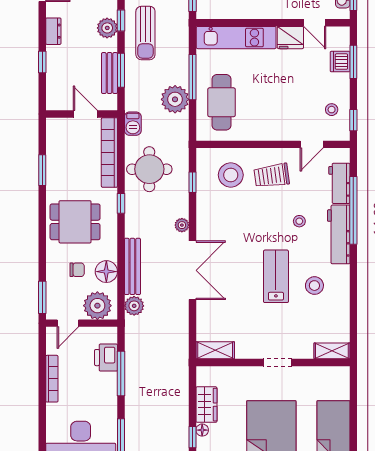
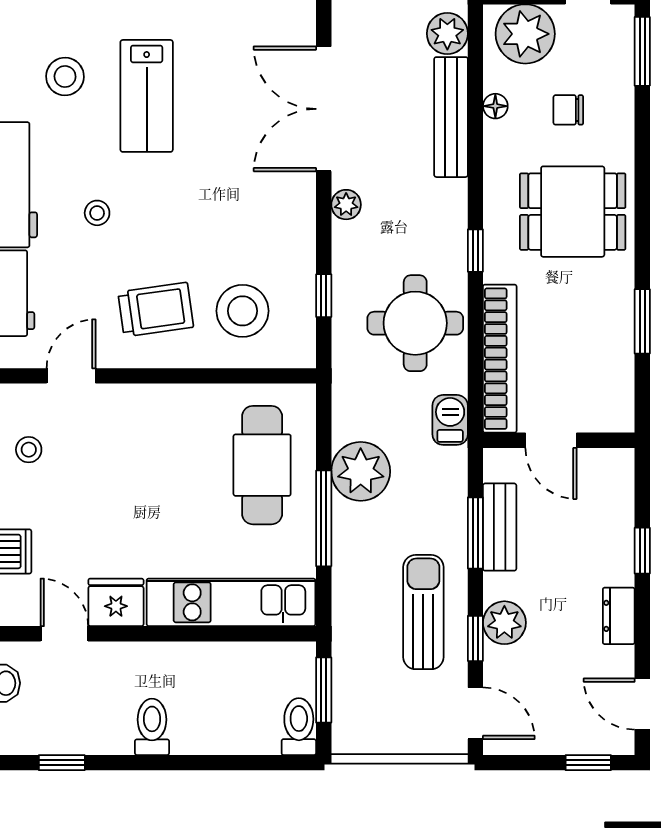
floor lamp: (106, 272) -> (495, 106), width x0.53, depth x0.53

